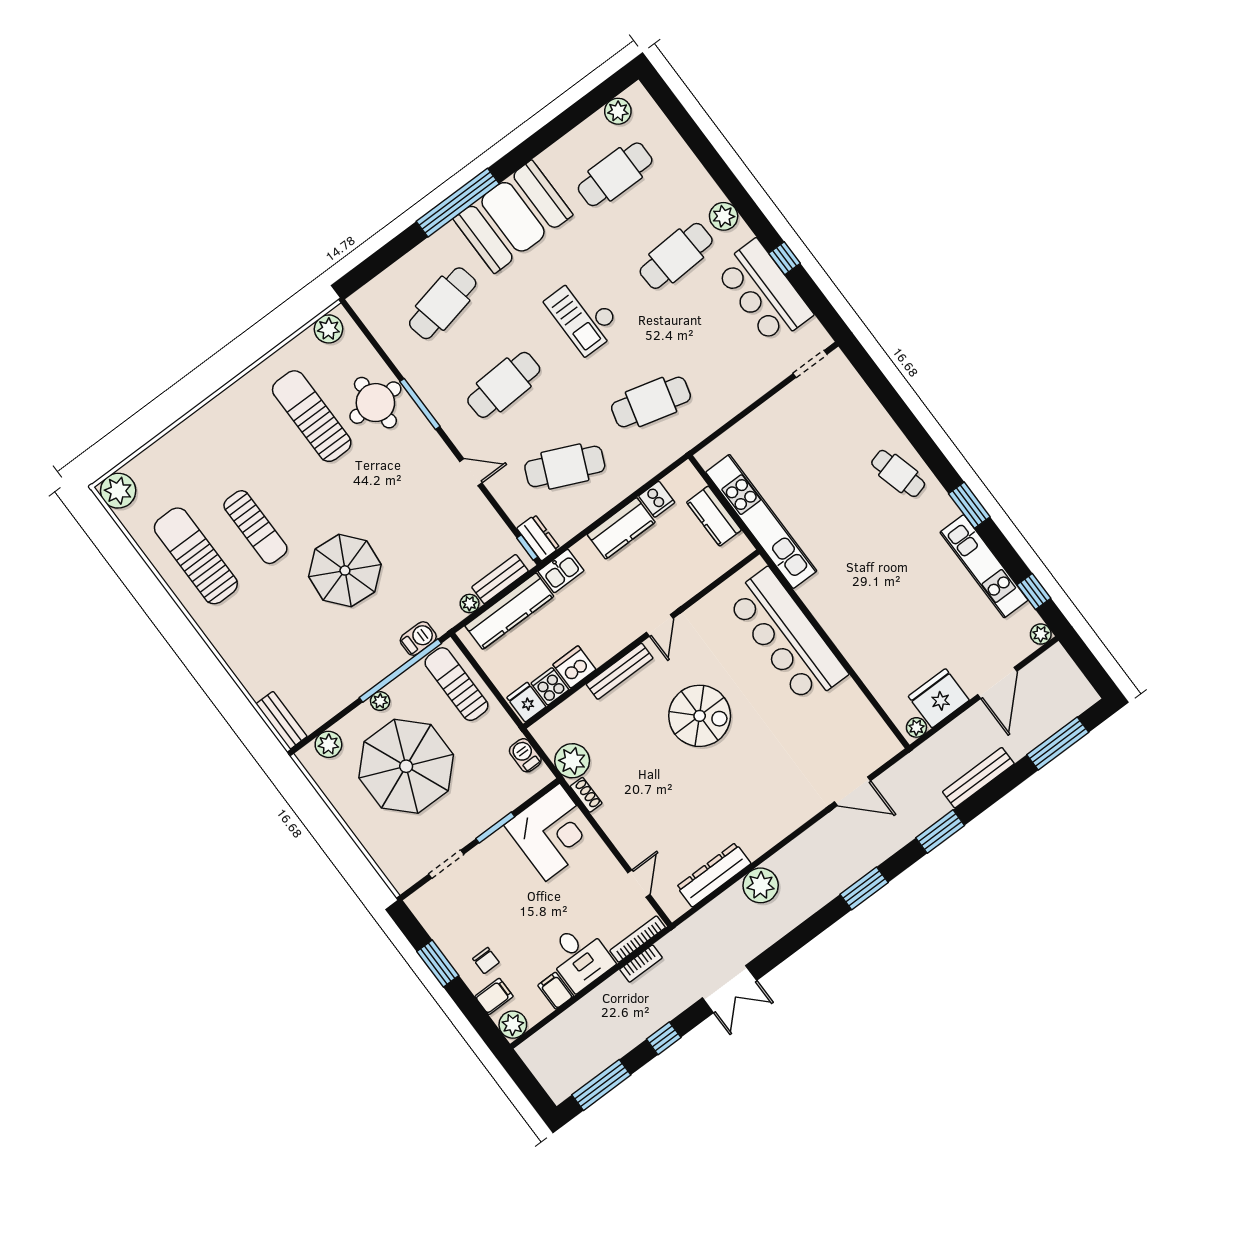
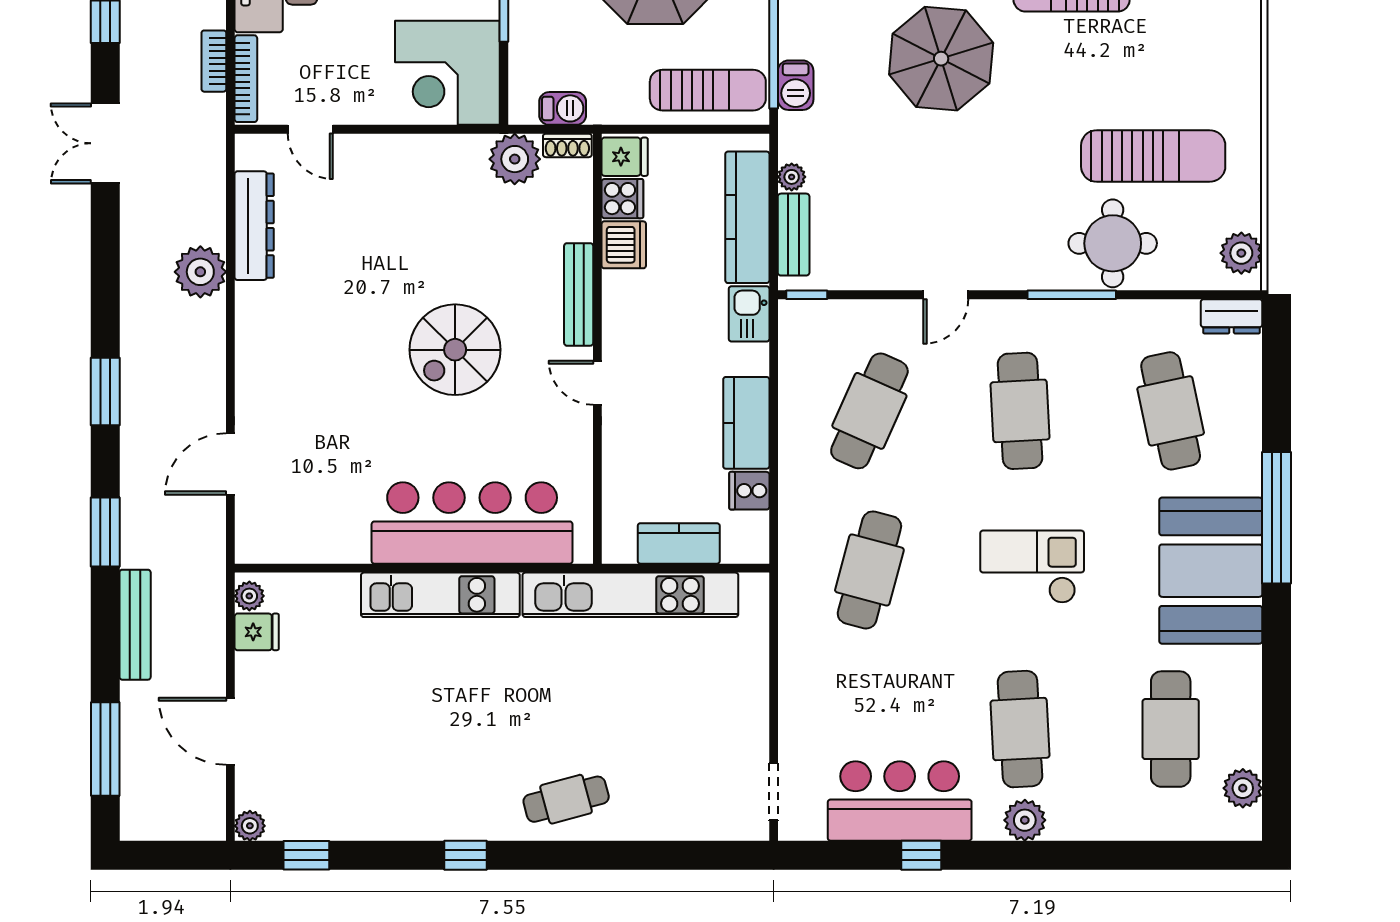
window: (969, 505) -> (466, 855), width x0.67
dresser: (538, 538) -> (1232, 316), moved
kitchen unit: (984, 566) -> (440, 595), moved, turned 180
fridge: (939, 698) -> (257, 632), width x0.53, depth x0.75
shoe rack: (586, 795) -> (567, 145), moved

